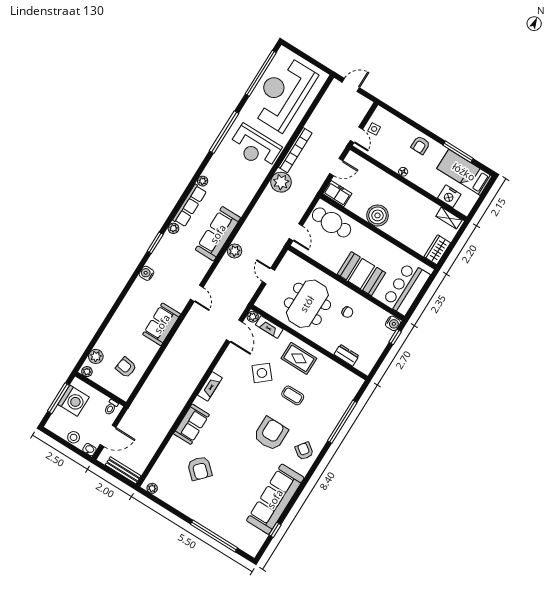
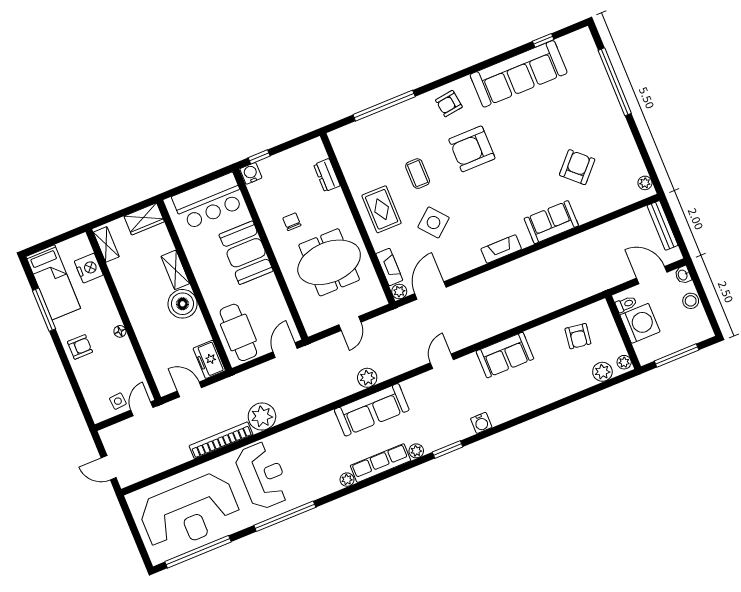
shelving: (396, 233) -> (175, 270), added
washing machine: (73, 401) -> (640, 323), moved, turned 90
armchair: (304, 451) -> (449, 104), turned 45

